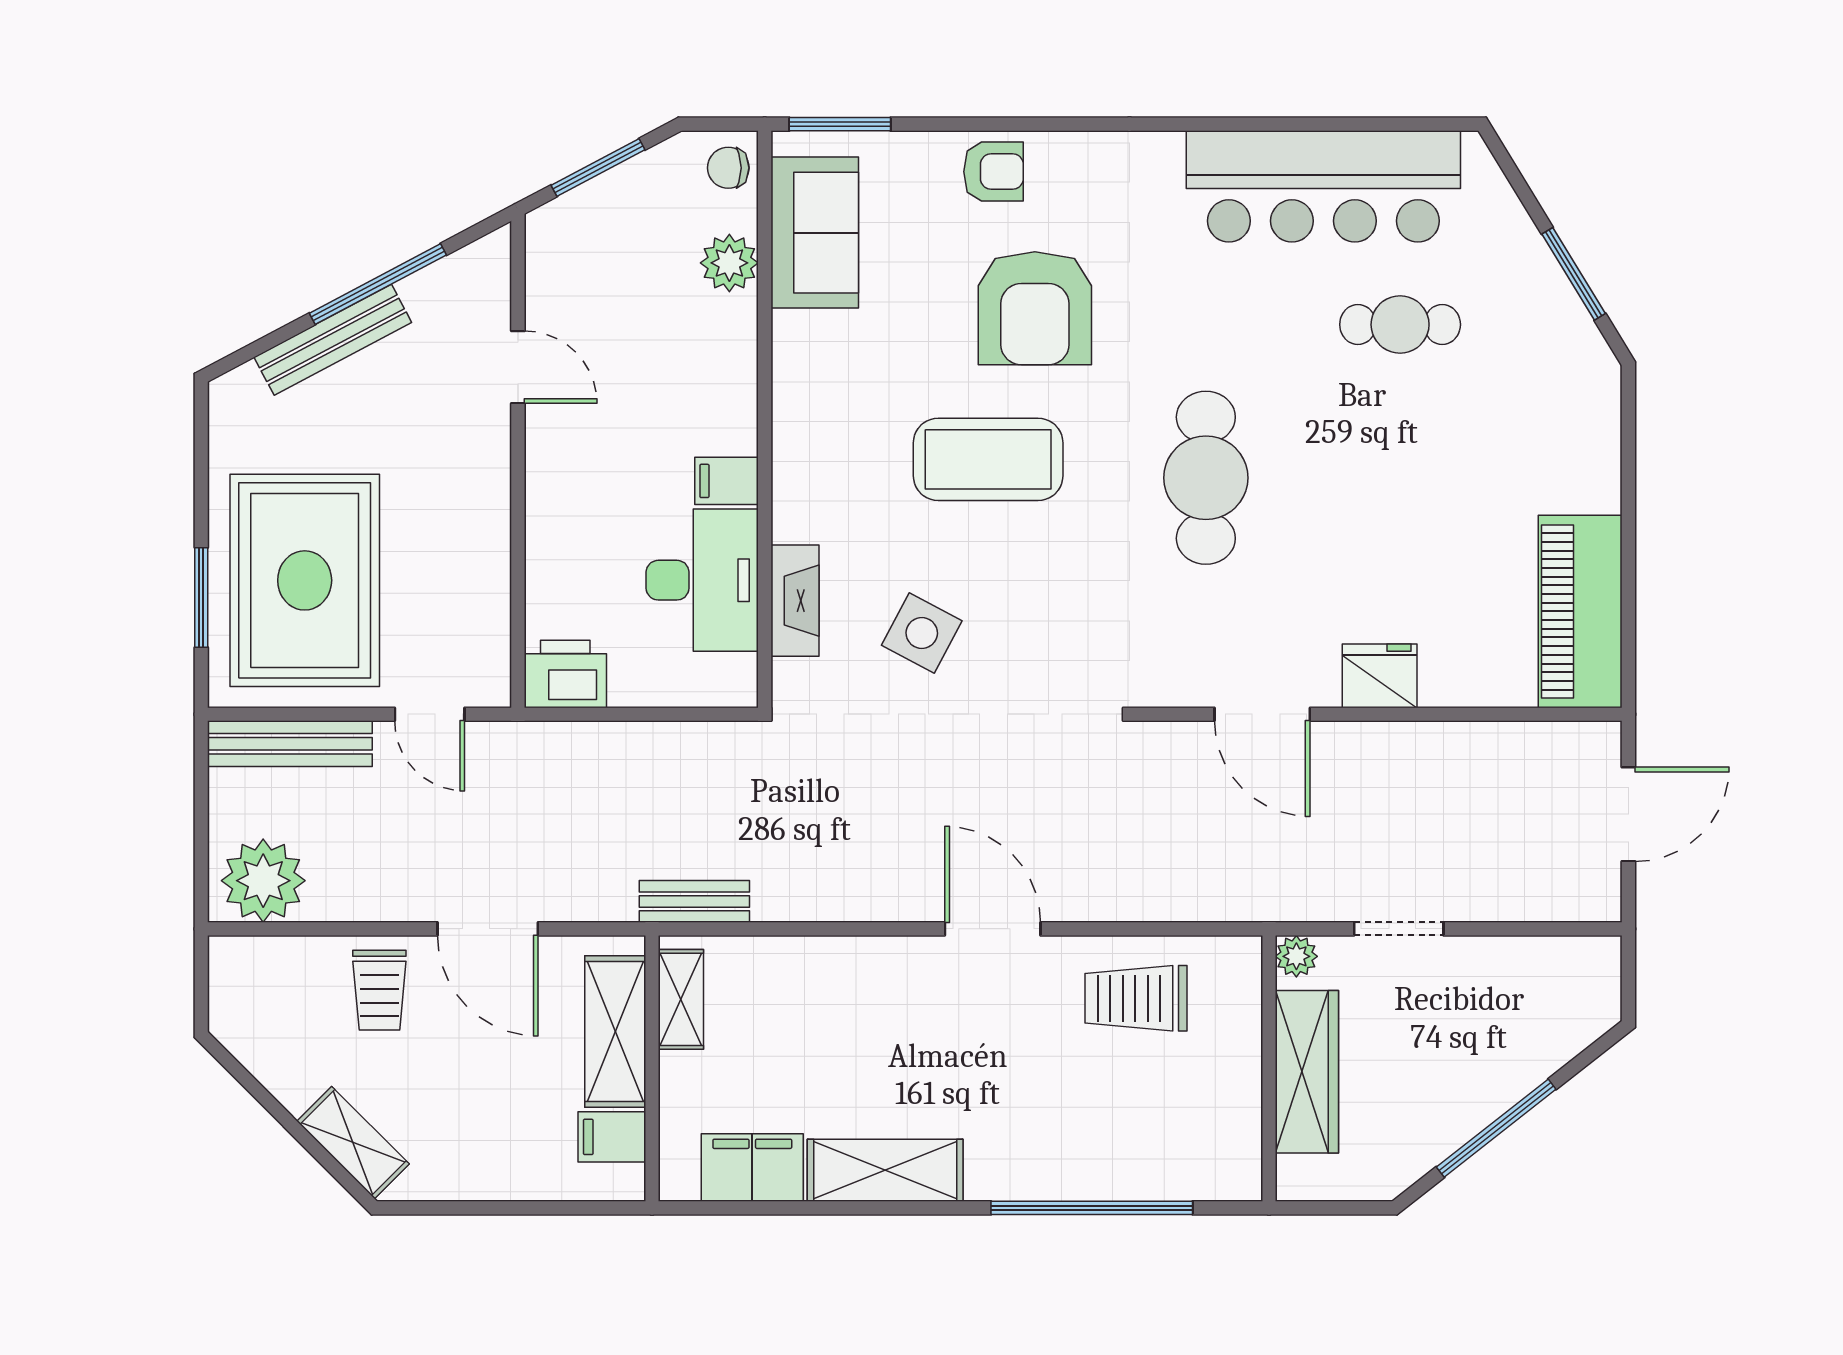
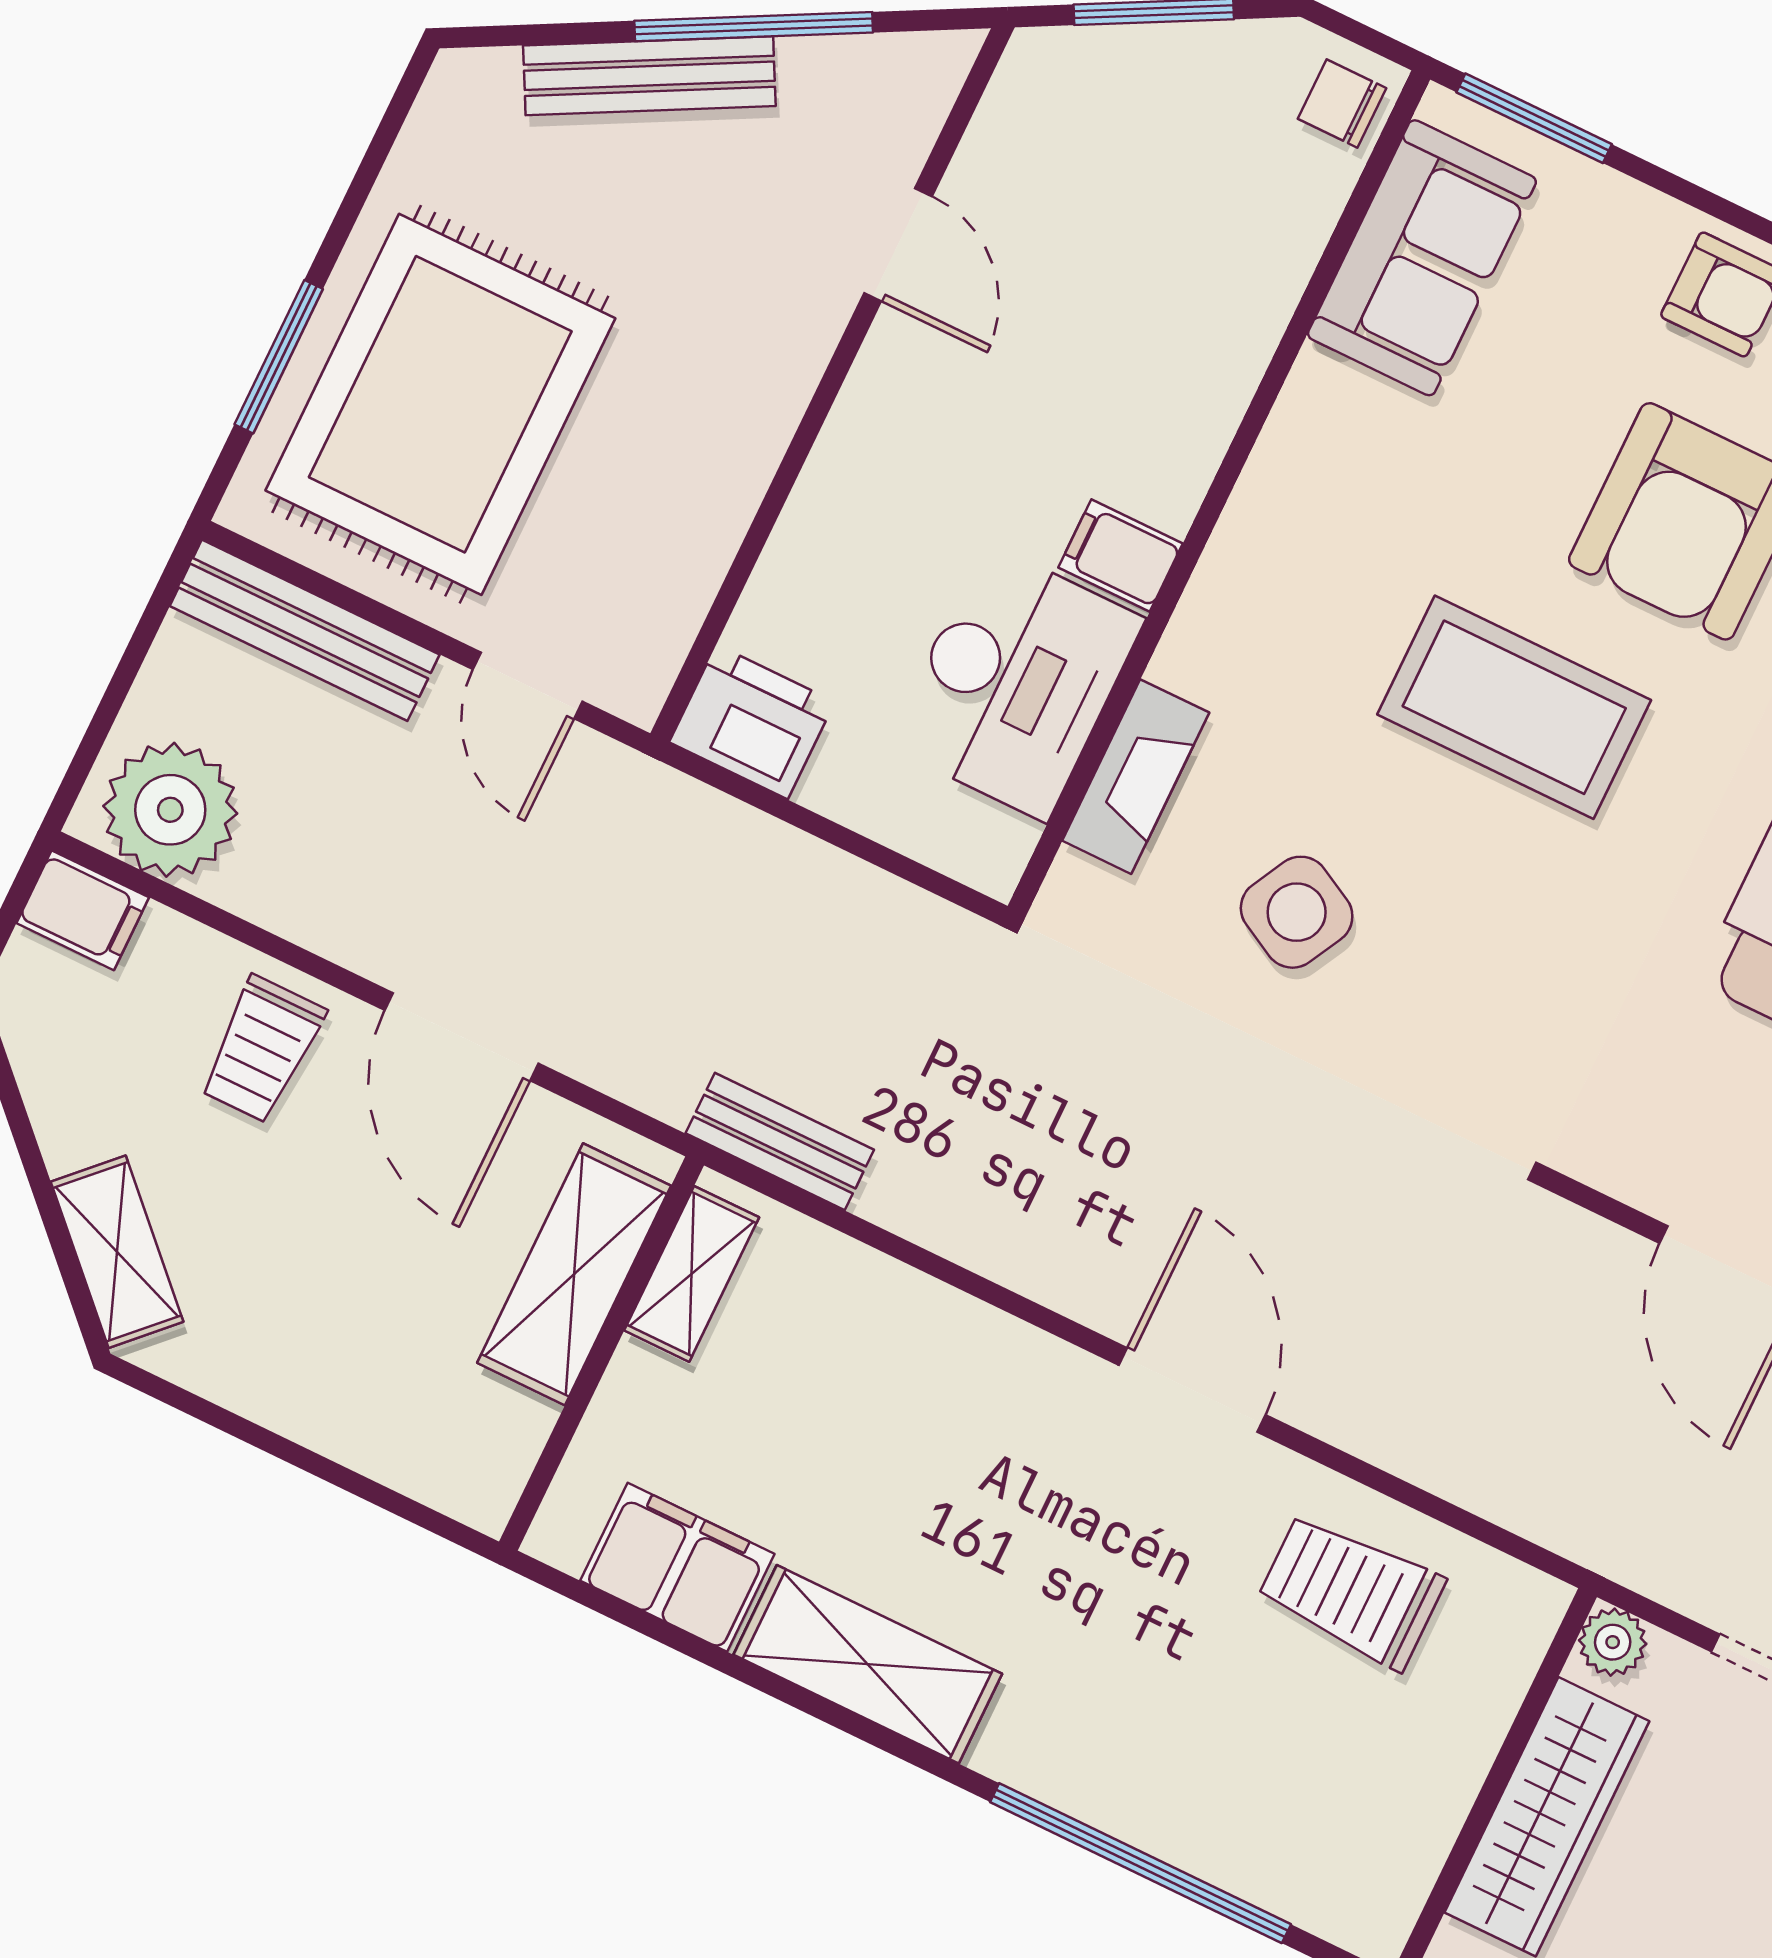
plant: (729, 263) -> (1277, 242), removed
filing cabinet: (612, 1137) -> (83, 910), moved, turned 180

